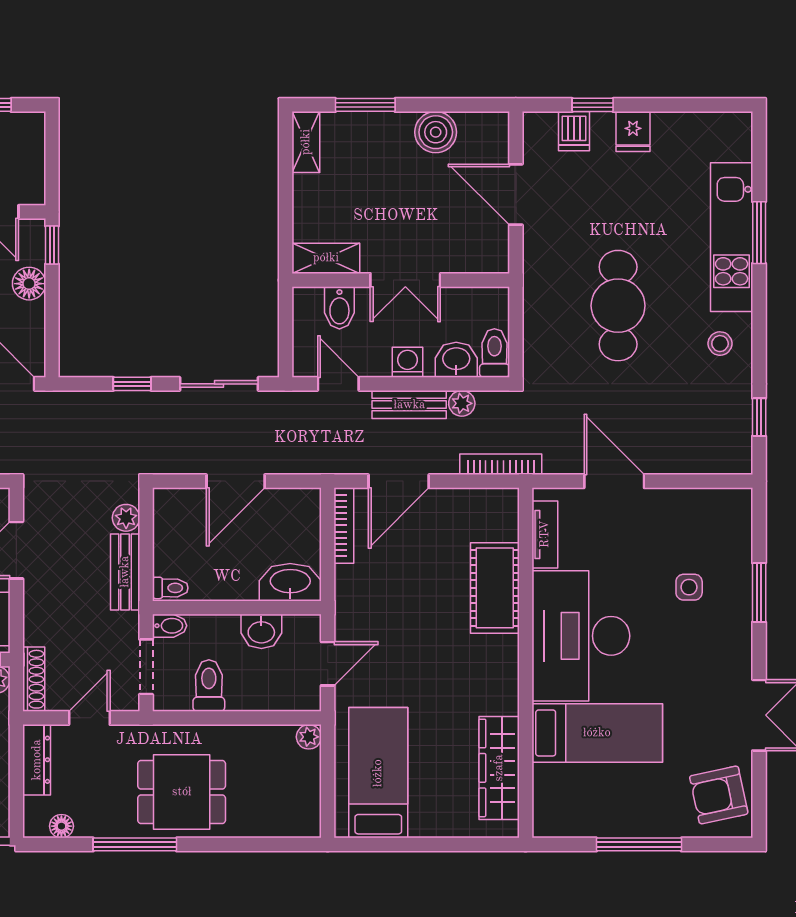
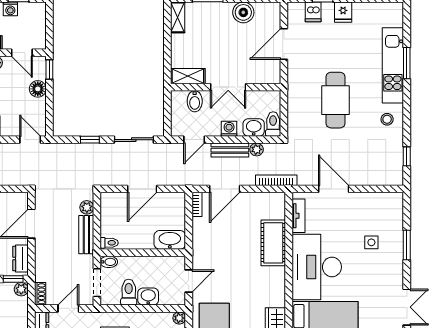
door: (516, 195) -> (284, 44), hinge flipped
door: (338, 384) -> (194, 140), swing flipped
bookcase: (344, 525) -> (197, 204), width x0.64
washbasin: (261, 631) -> (148, 297), moved, turned 180
shoe rack: (34, 679) -> (40, 294), width x0.70

